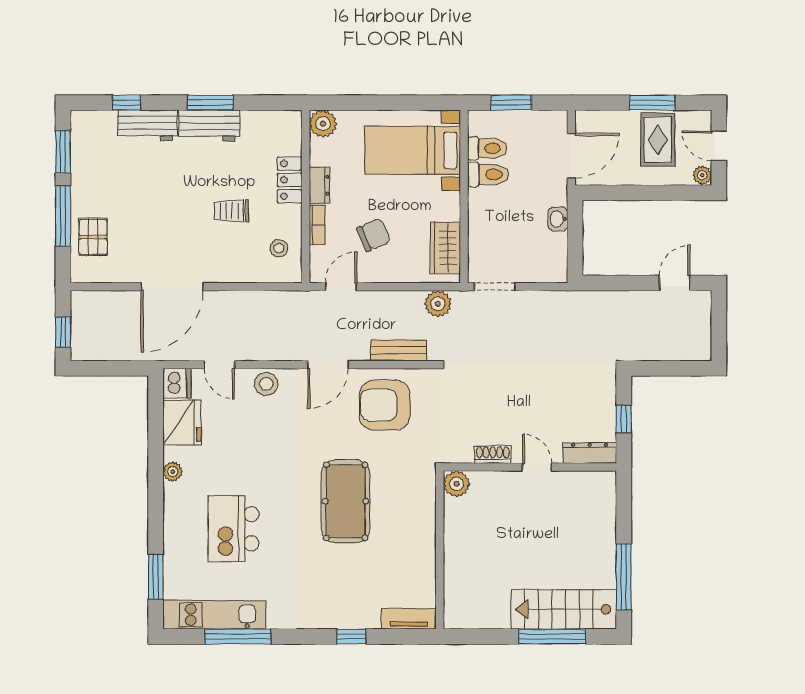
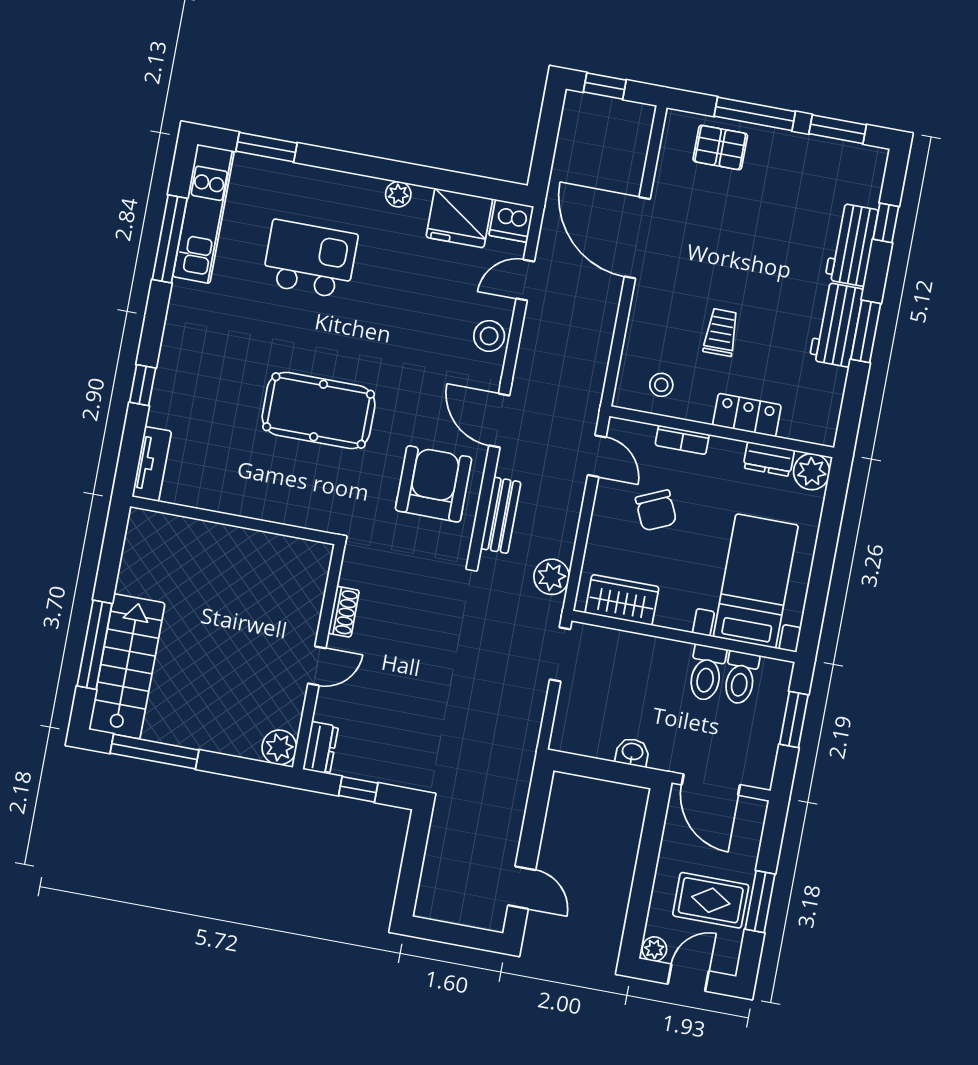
dresser: (319, 185) -> (769, 459), moved
dresser: (590, 453) -> (321, 748), width x0.70
plant: (457, 484) -> (279, 747), moved

